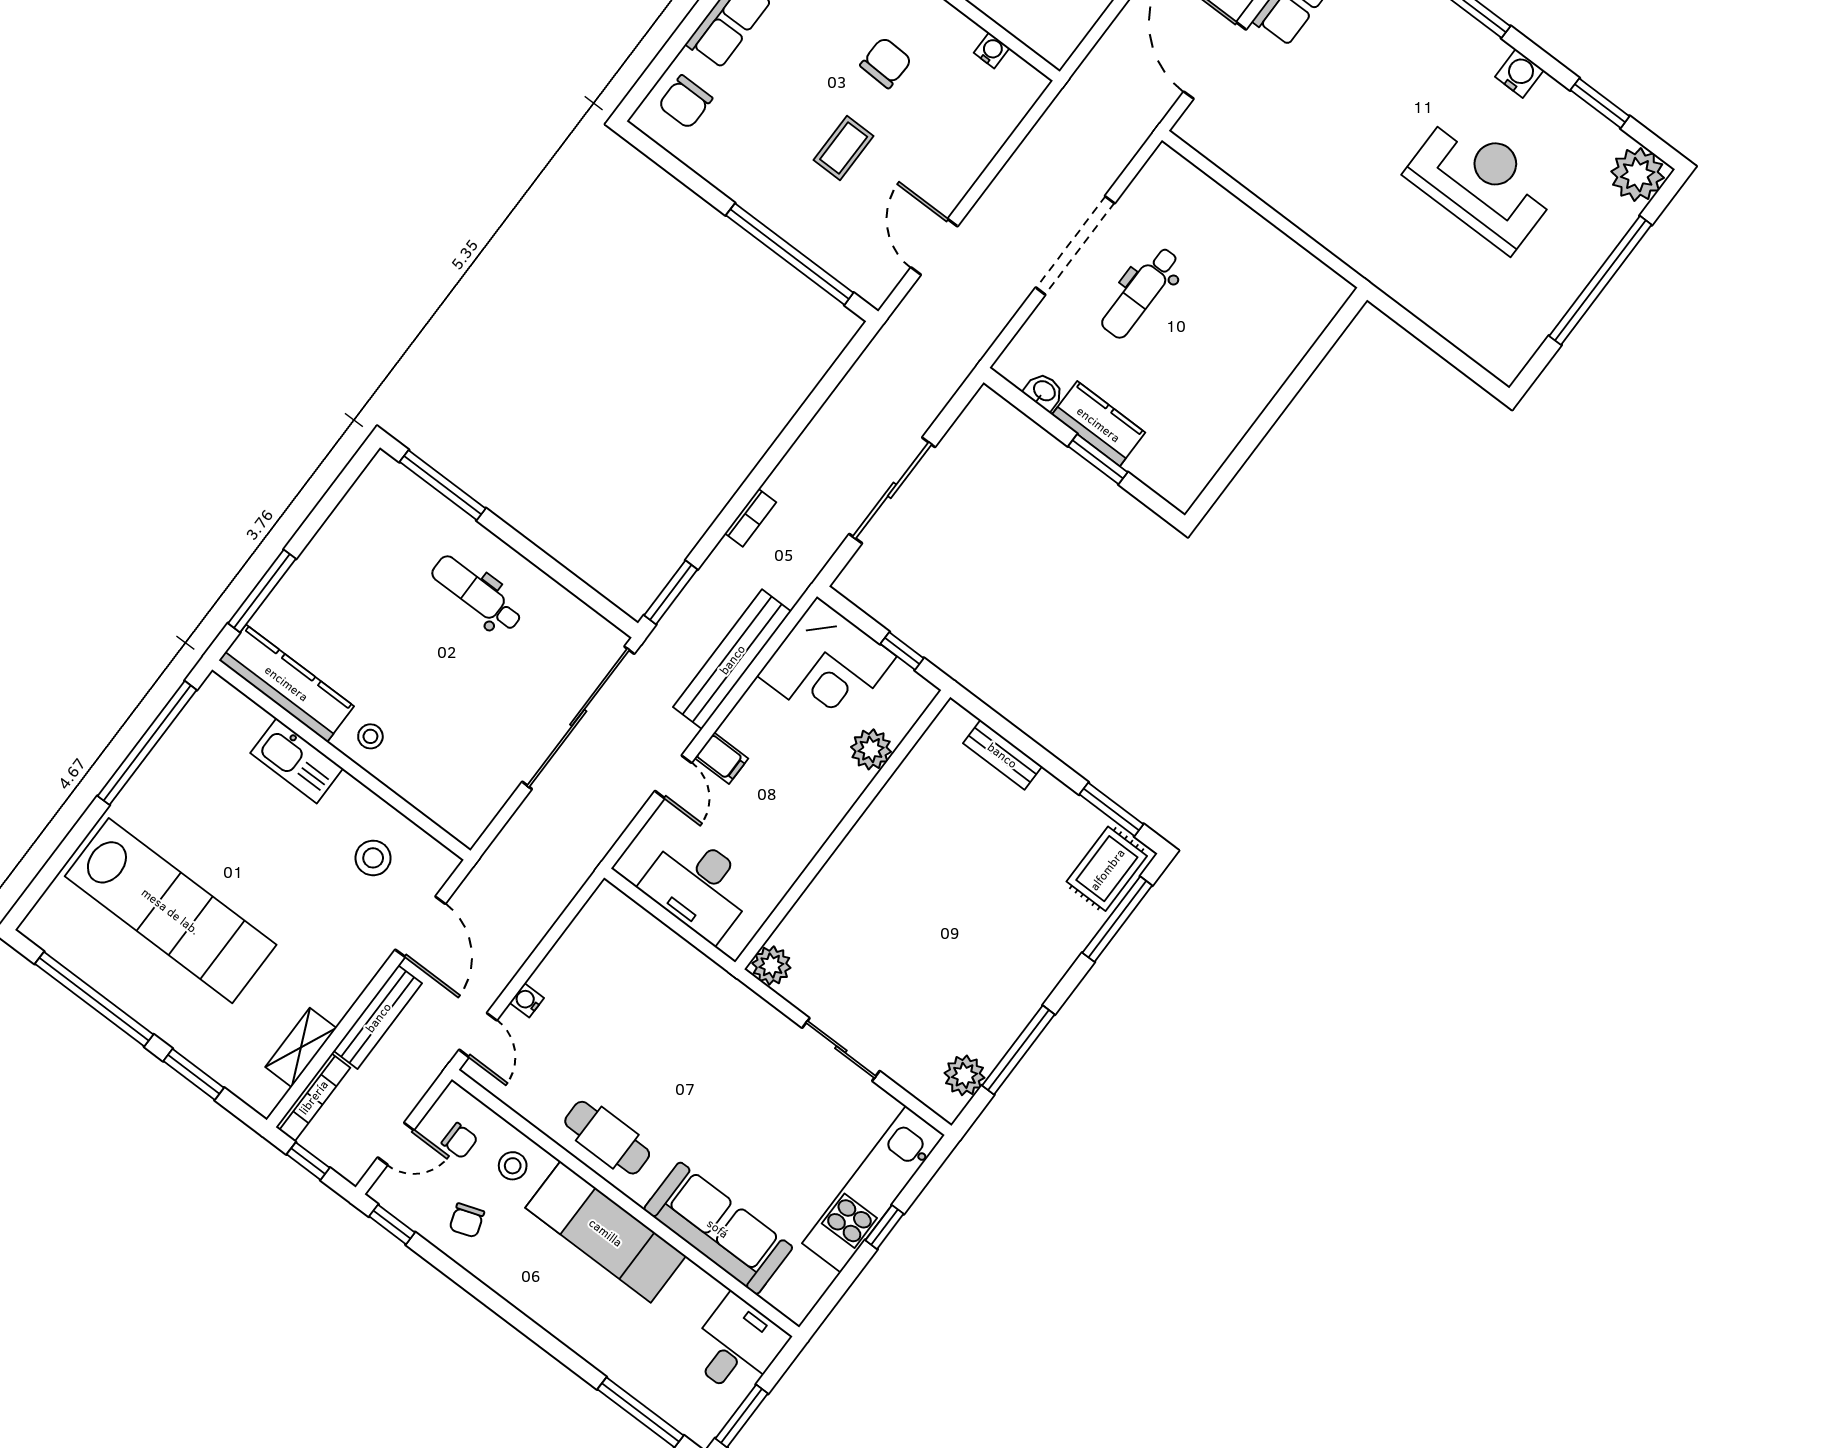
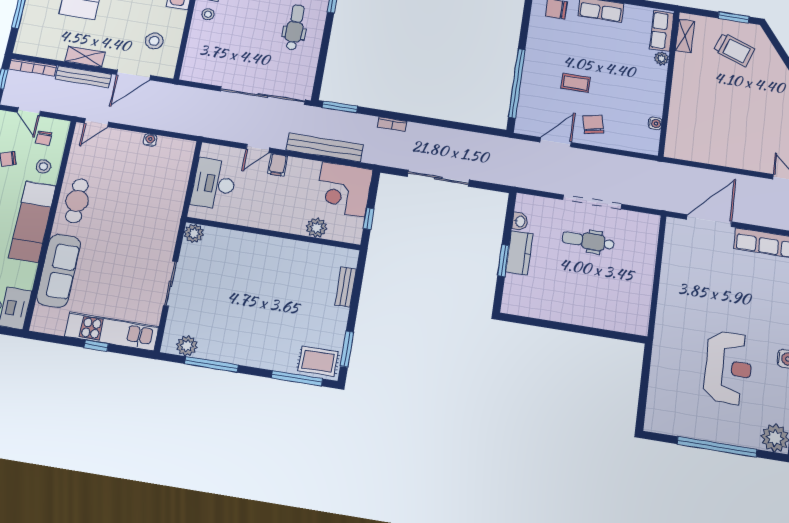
chair: (886, 63) -> (593, 124), moved, turned -104
water cooler: (527, 1000) -> (150, 140), moved
shelving: (301, 1047) -> (85, 57), moved

